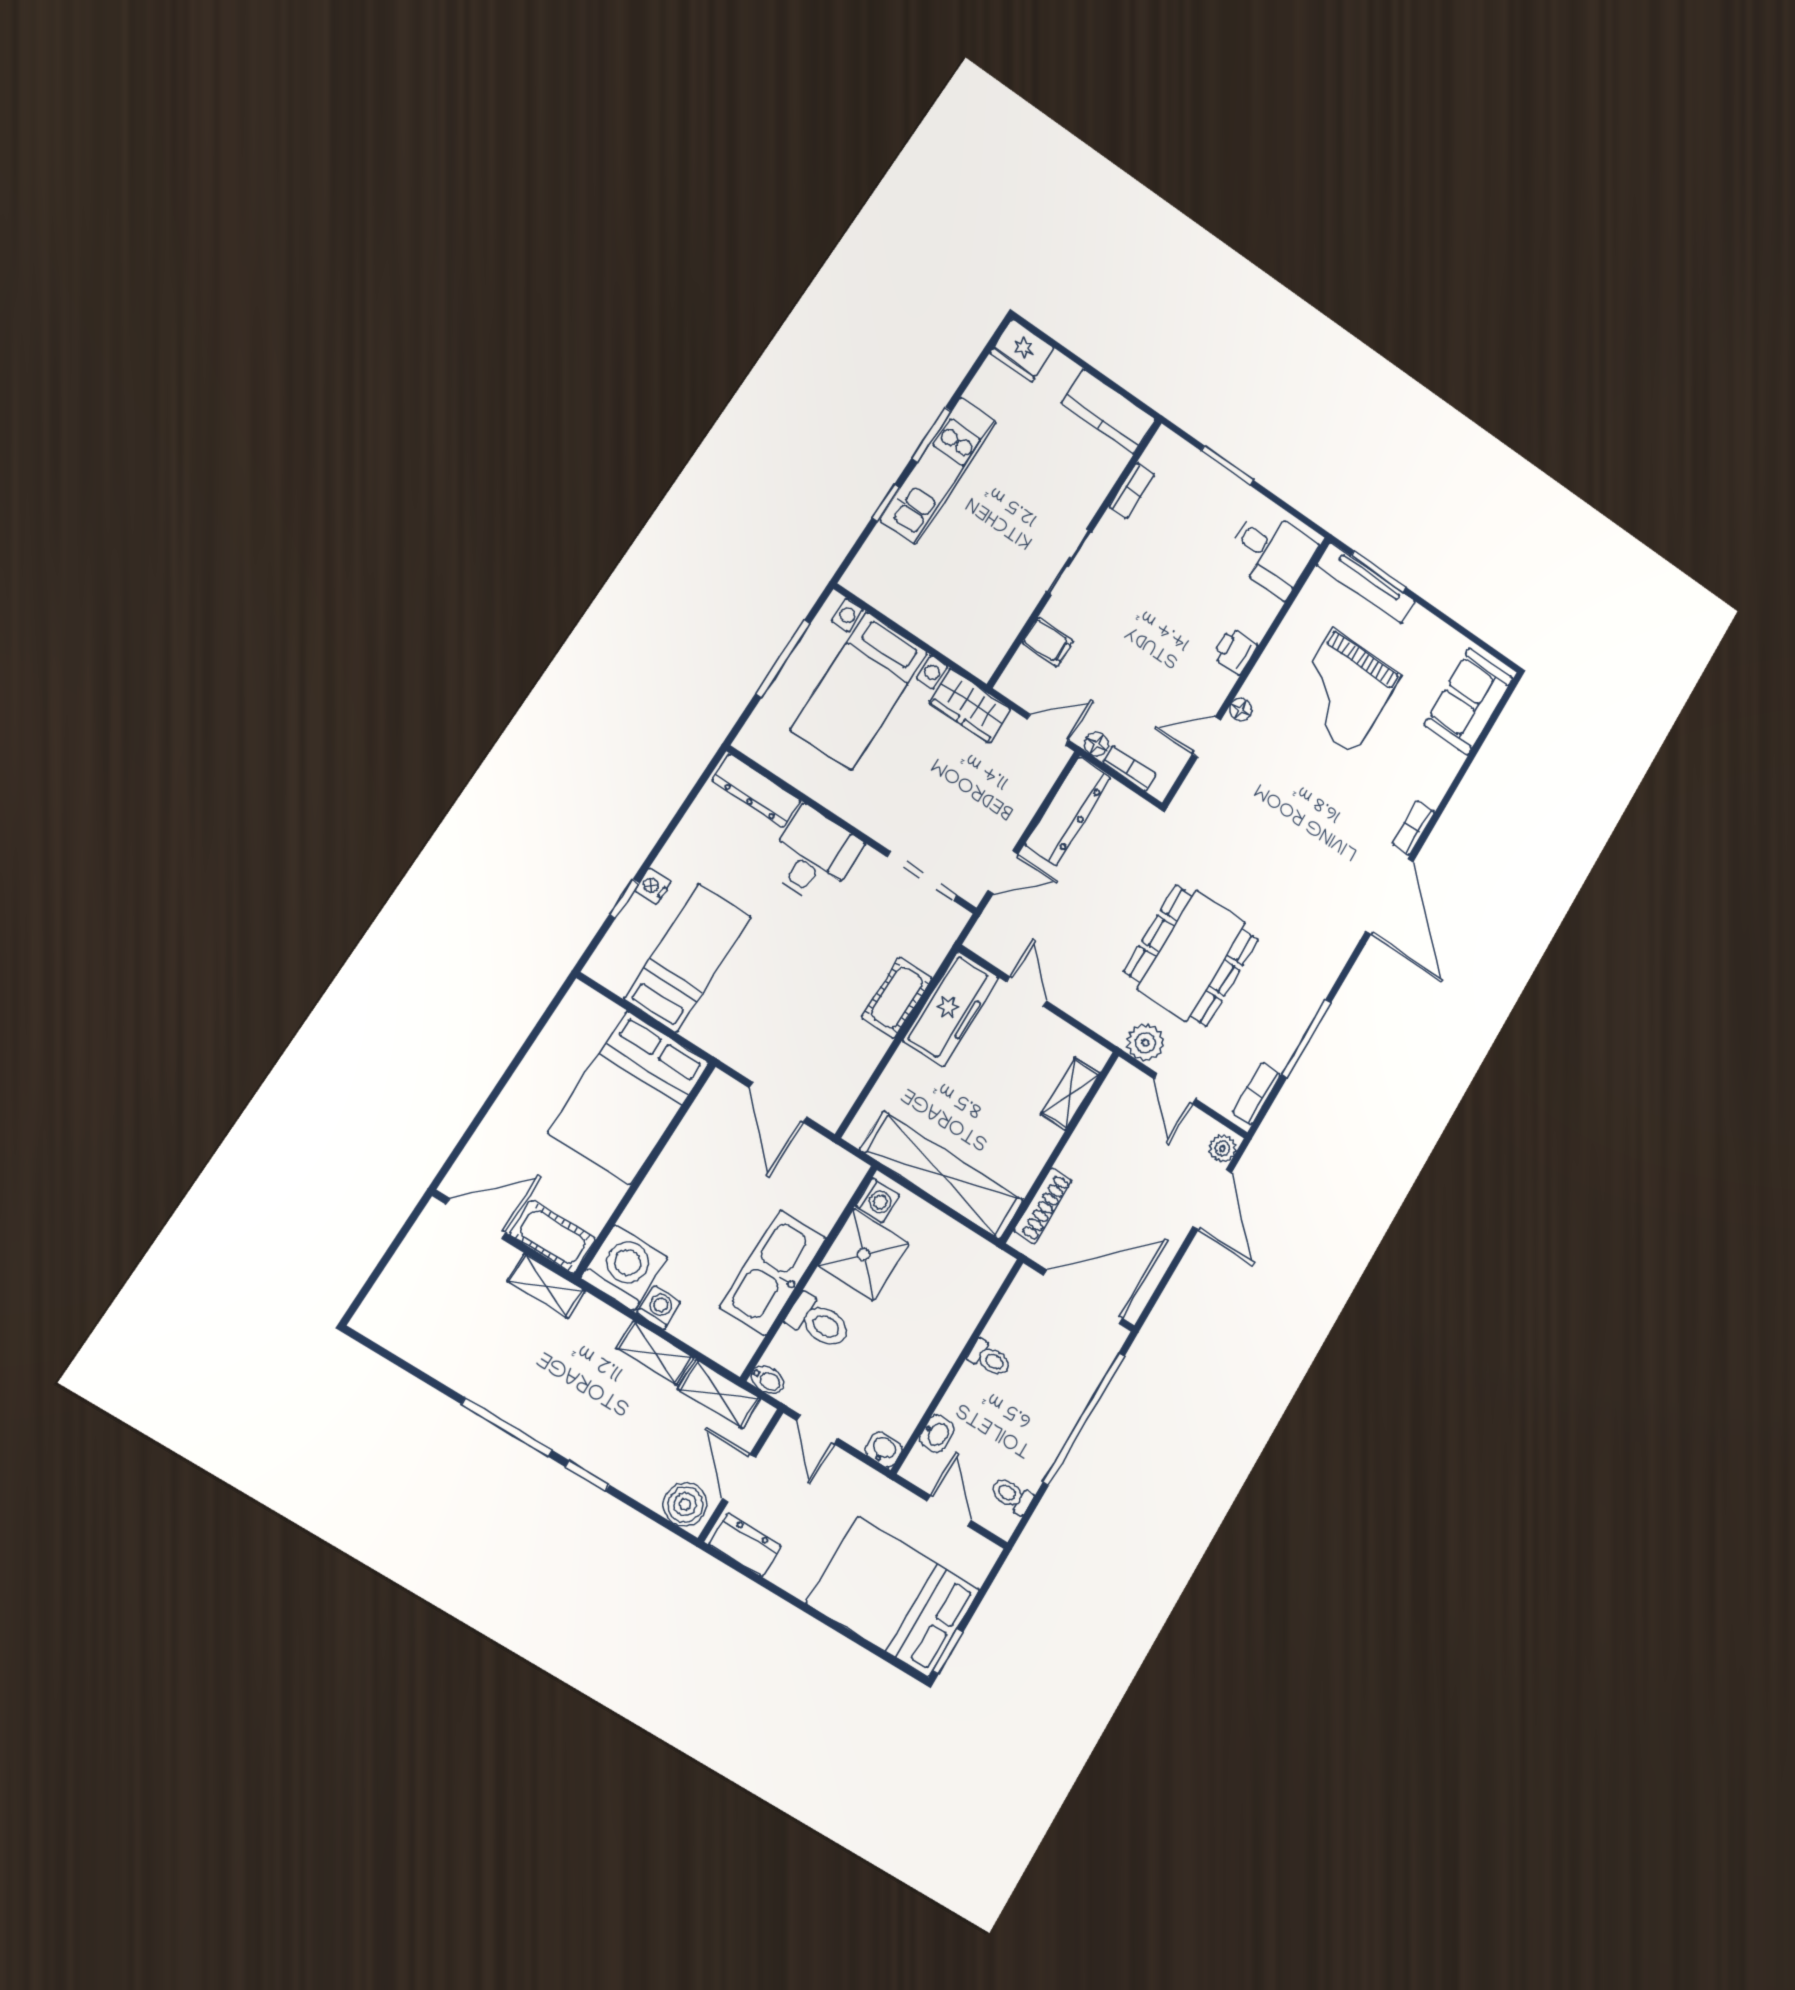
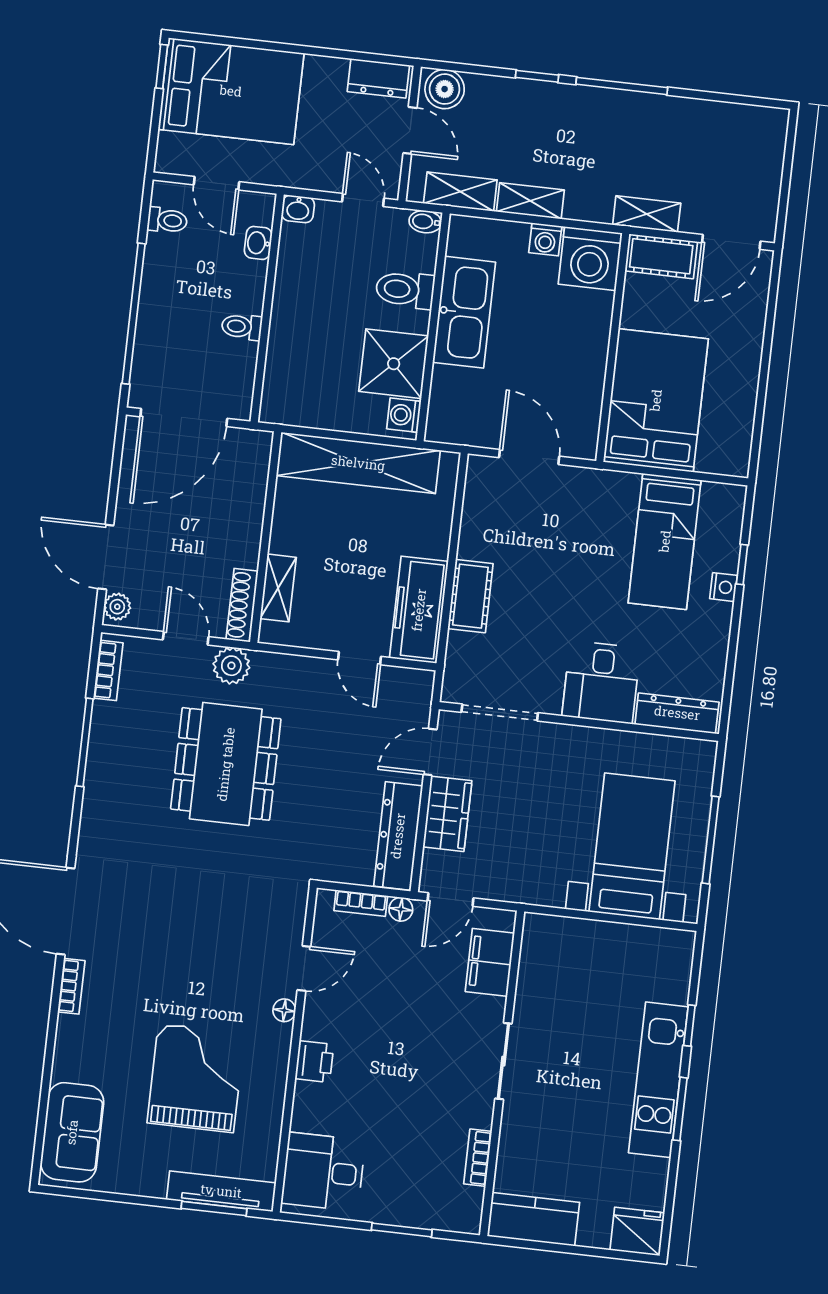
filing cabinet: (1048, 642) -> (490, 962), width x2.00
wardrobe: (970, 706) -> (447, 814), moved, turned 90
shoe rack: (1043, 1206) -> (242, 605), moved

